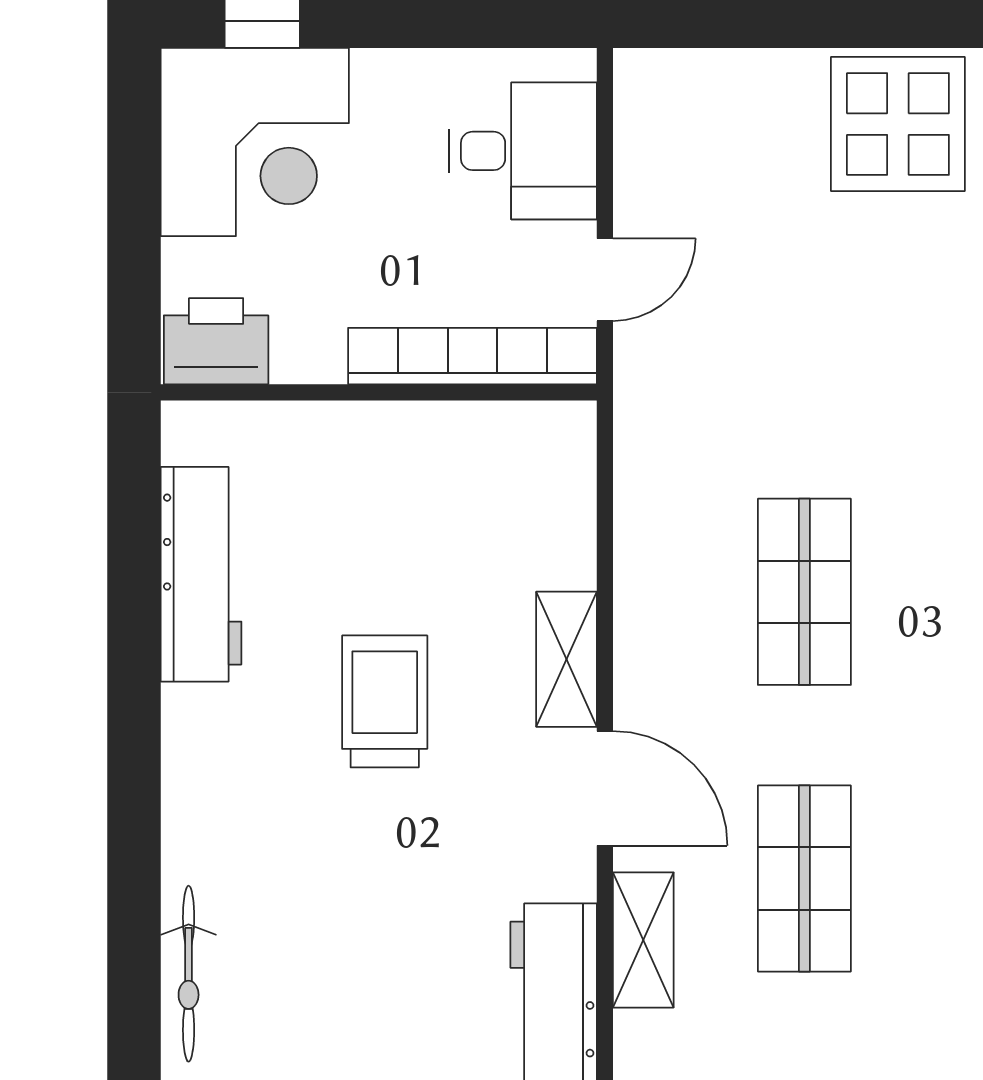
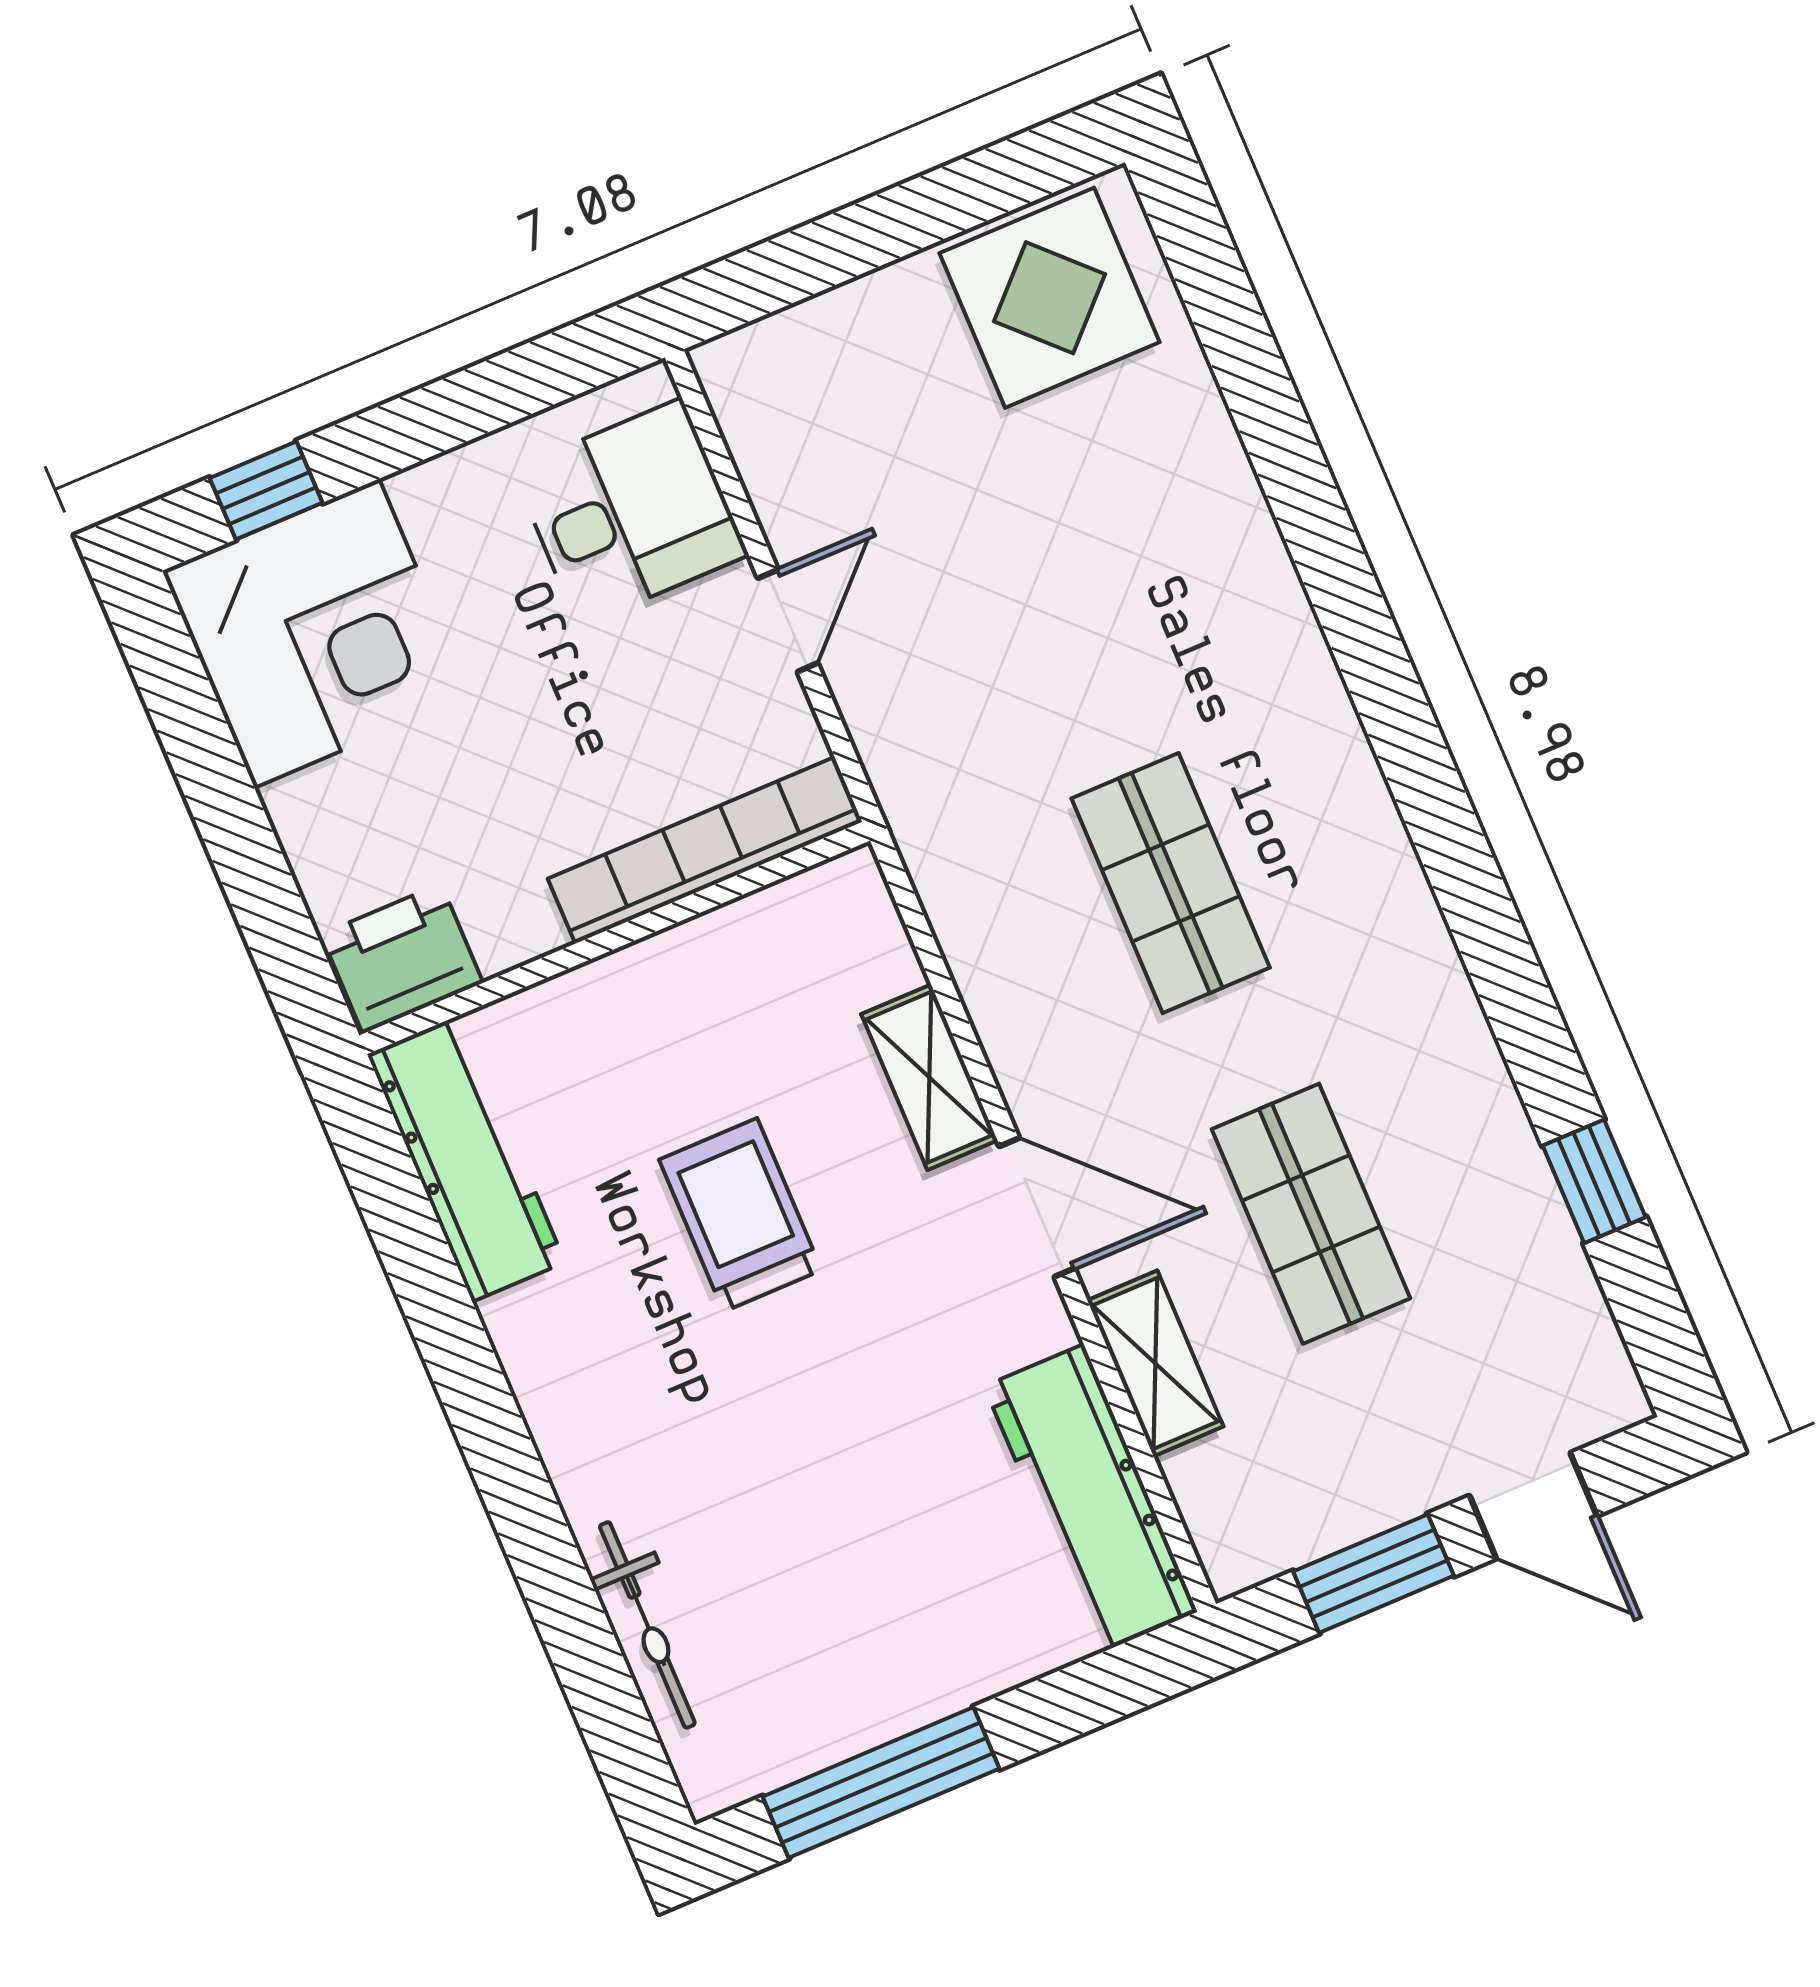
printer: (216, 341) -> (402, 959), moved
bookcase: (472, 356) -> (705, 850), moved
wall: (379, 392) -> (615, 938), moved

